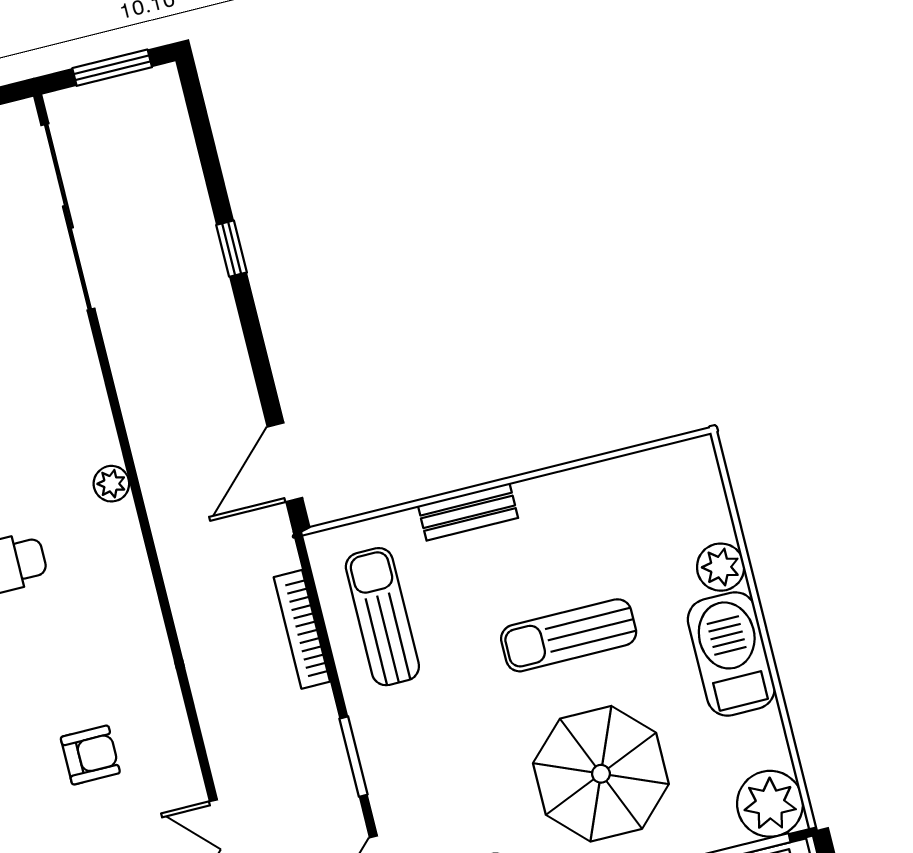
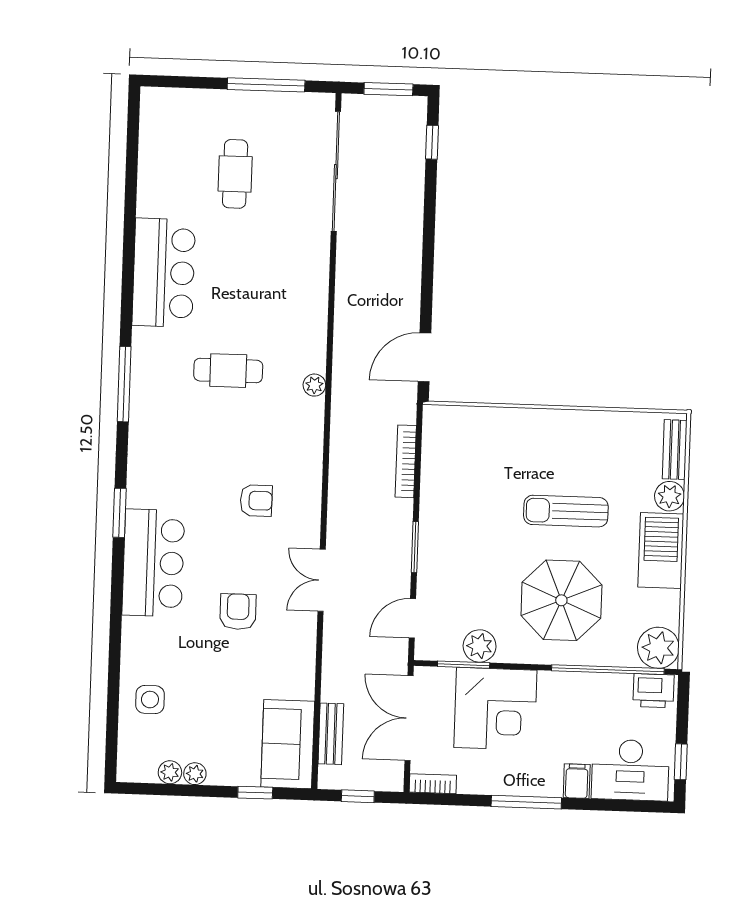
window: (232, 249) -> (432, 142), moved
plant: (111, 484) -> (314, 385), moved
bench: (468, 512) -> (675, 450), moved, turned 90
sun lounger: (382, 617) -> (457, 468), removed

